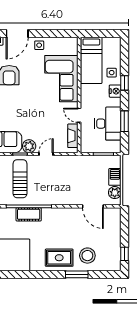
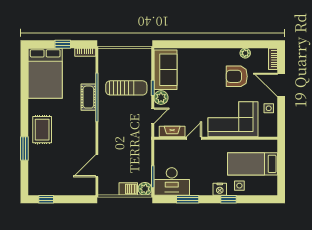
corner sofa: (61, 79) -> (233, 119), moved
wall: (79, 95) -> (216, 138), moved
door: (79, 115) -> (194, 138), moved
desk: (108, 124) -> (172, 182), moved
fireplace: (73, 136) -> (172, 132), moved
door: (46, 154) -> (153, 116), hinge flipped
plant: (115, 193) -> (145, 189), moved
stool: (87, 256) -> (44, 160), removed

